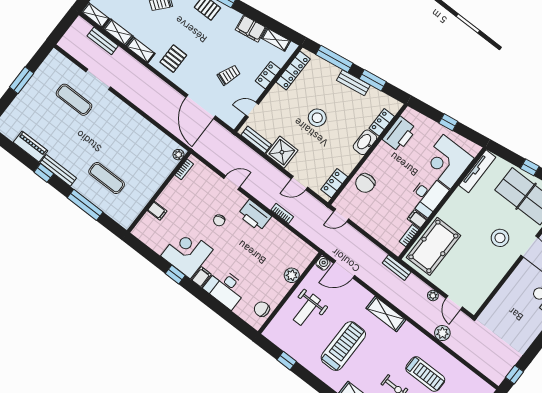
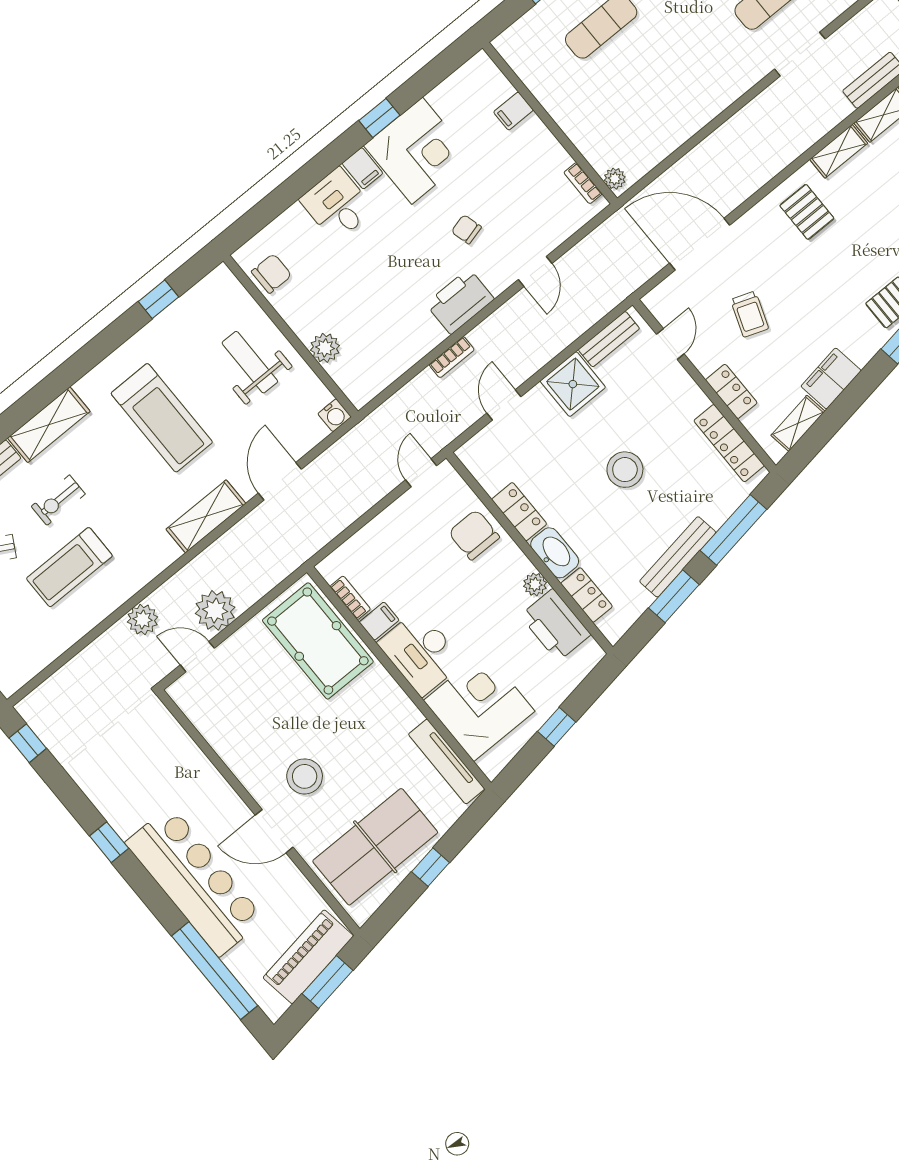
bench: (353, 83) -> (678, 557), width x1.36
plant: (382, 148) -> (535, 584), added
locker: (334, 183) -> (519, 512), moved
bench: (397, 268) -> (293, 559), removed
door: (344, 269) -> (280, 481), moved
desk: (225, 288) -> (337, 205), width x0.73
plant: (433, 296) -> (215, 610), width x1.88, depth x1.88

